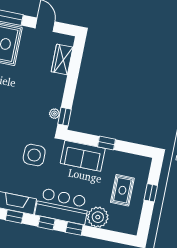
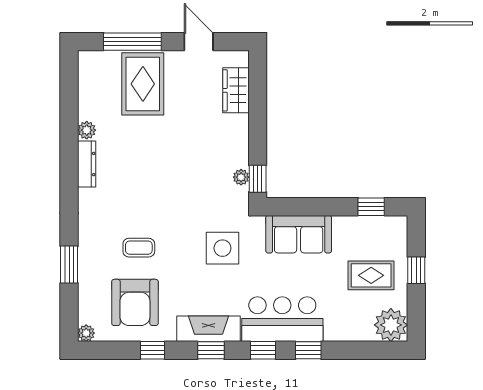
window: (106, 143) -> (371, 207), moved
rug: (122, 190) -> (371, 275), turned 90
plant: (98, 217) -> (391, 325), moved

